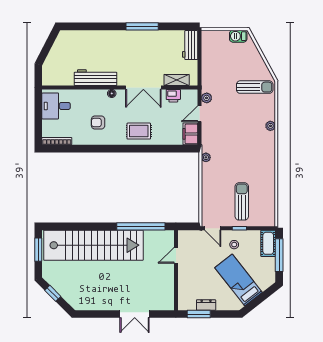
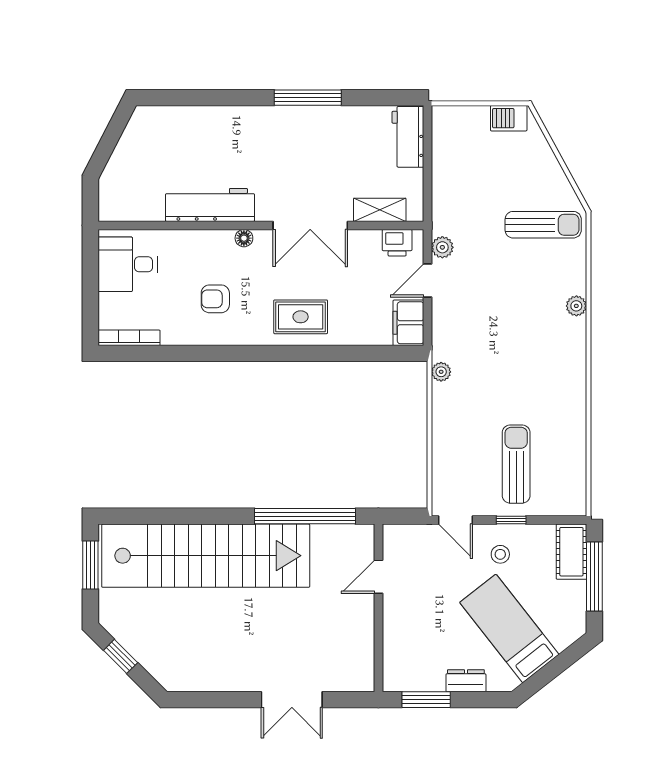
printer: (173, 96) -> (397, 243), moved
dresser: (206, 305) -> (466, 681), moved

